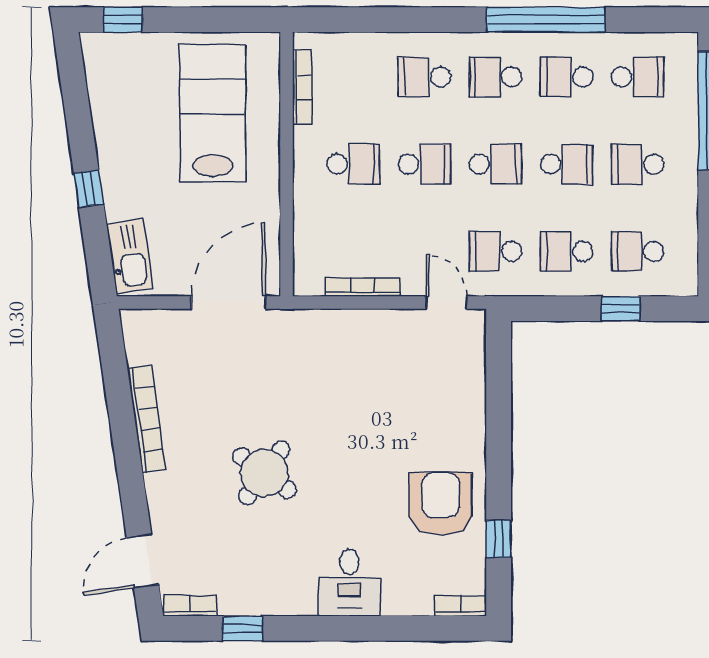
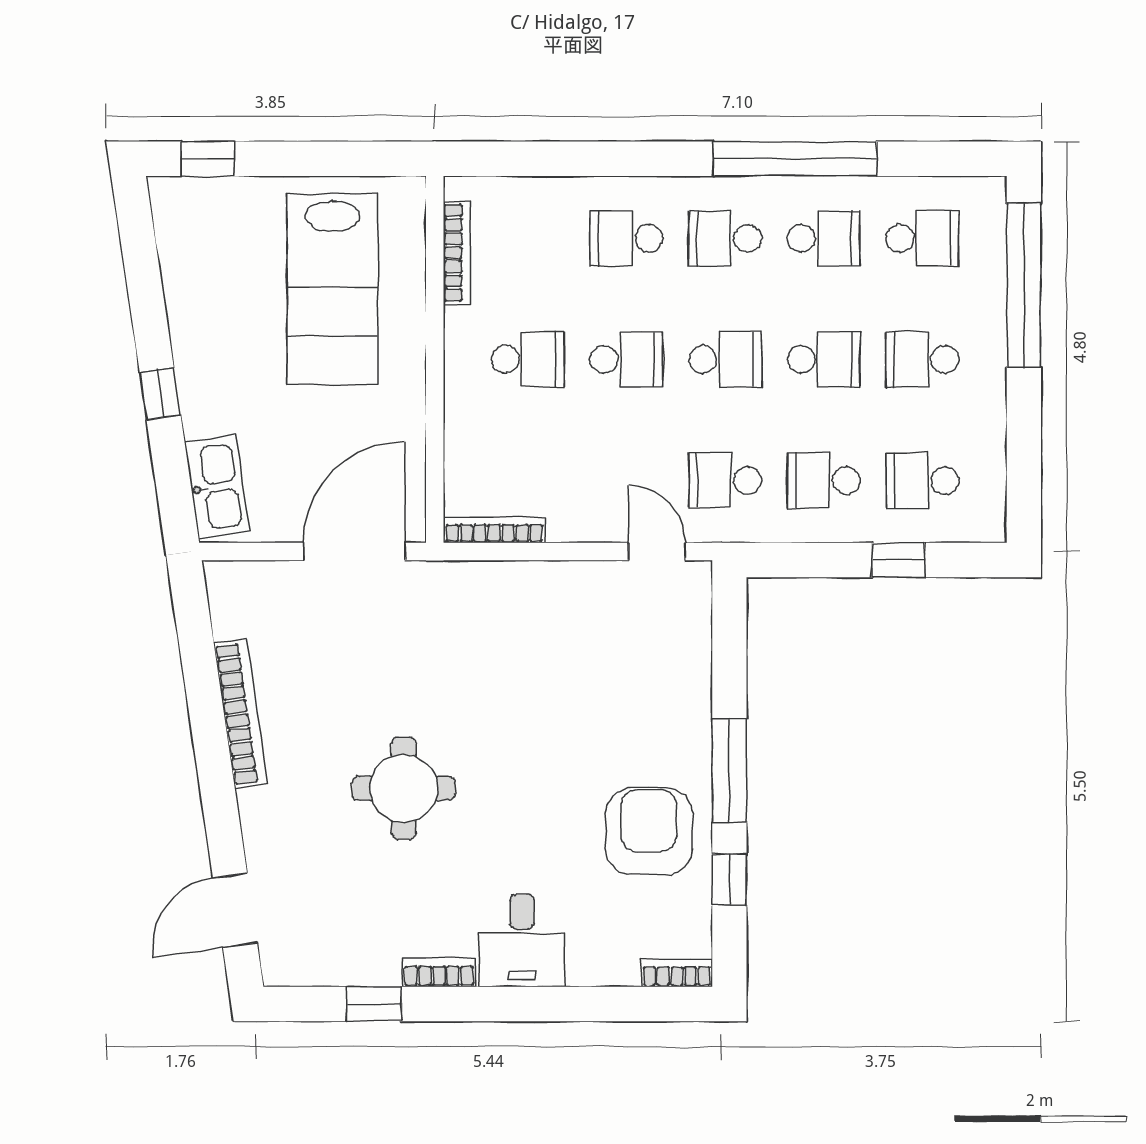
school desk: (567, 77) -> (824, 238), turned 180
lab bench: (213, 113) -> (332, 289), turned 180
bookcase: (363, 287) -> (494, 530), moved
window: (499, 460) -> (729, 771), added
round table: (264, 473) -> (404, 788), turned -36
bookcase: (190, 606) -> (439, 972), moved

